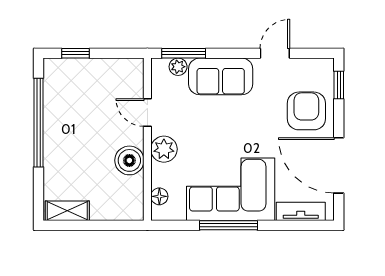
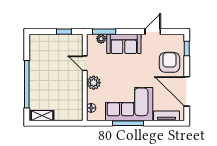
window: (76, 53) -> (64, 32), moved
window: (38, 123) -> (27, 84), moved
boiler: (129, 160) -> (75, 89), removed

